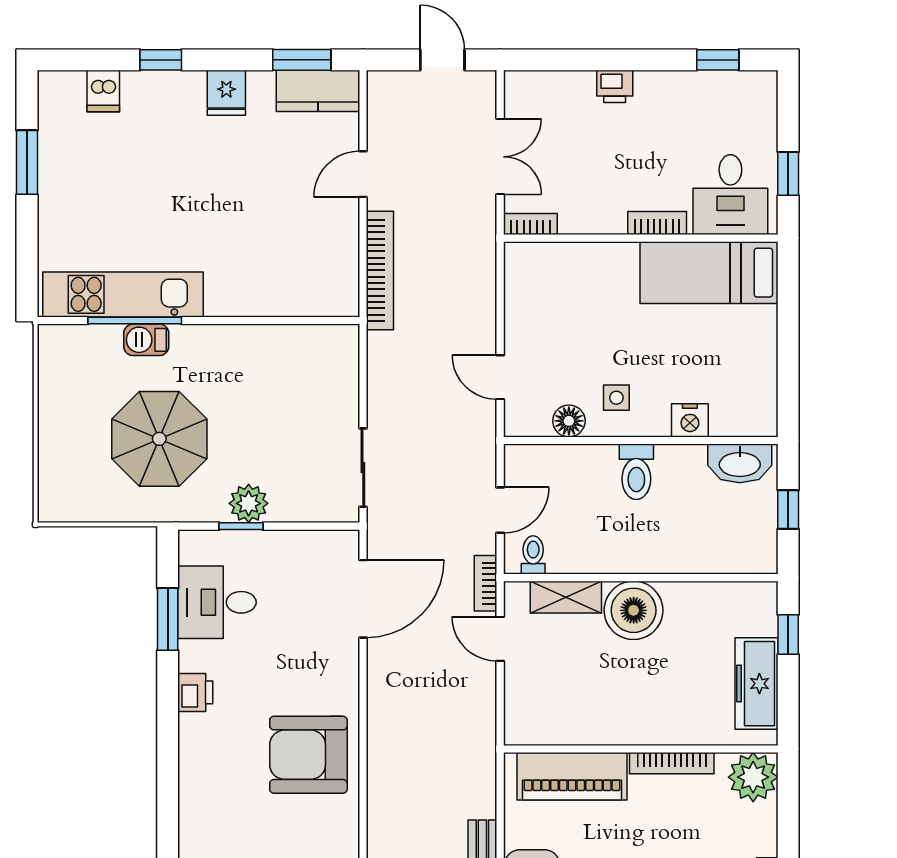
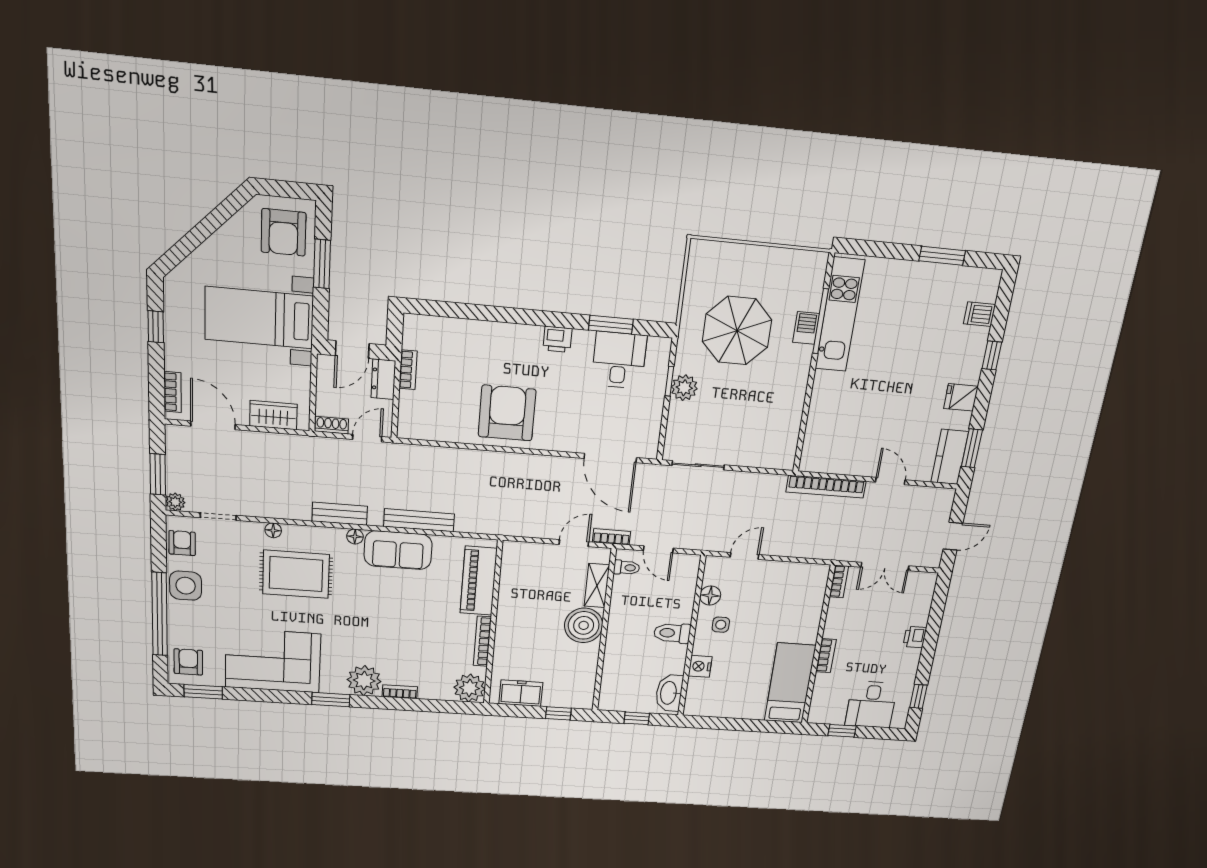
desk: (730, 195) -> (871, 705), moved, turned -90
freezer: (757, 684) -> (521, 693), width x0.71

